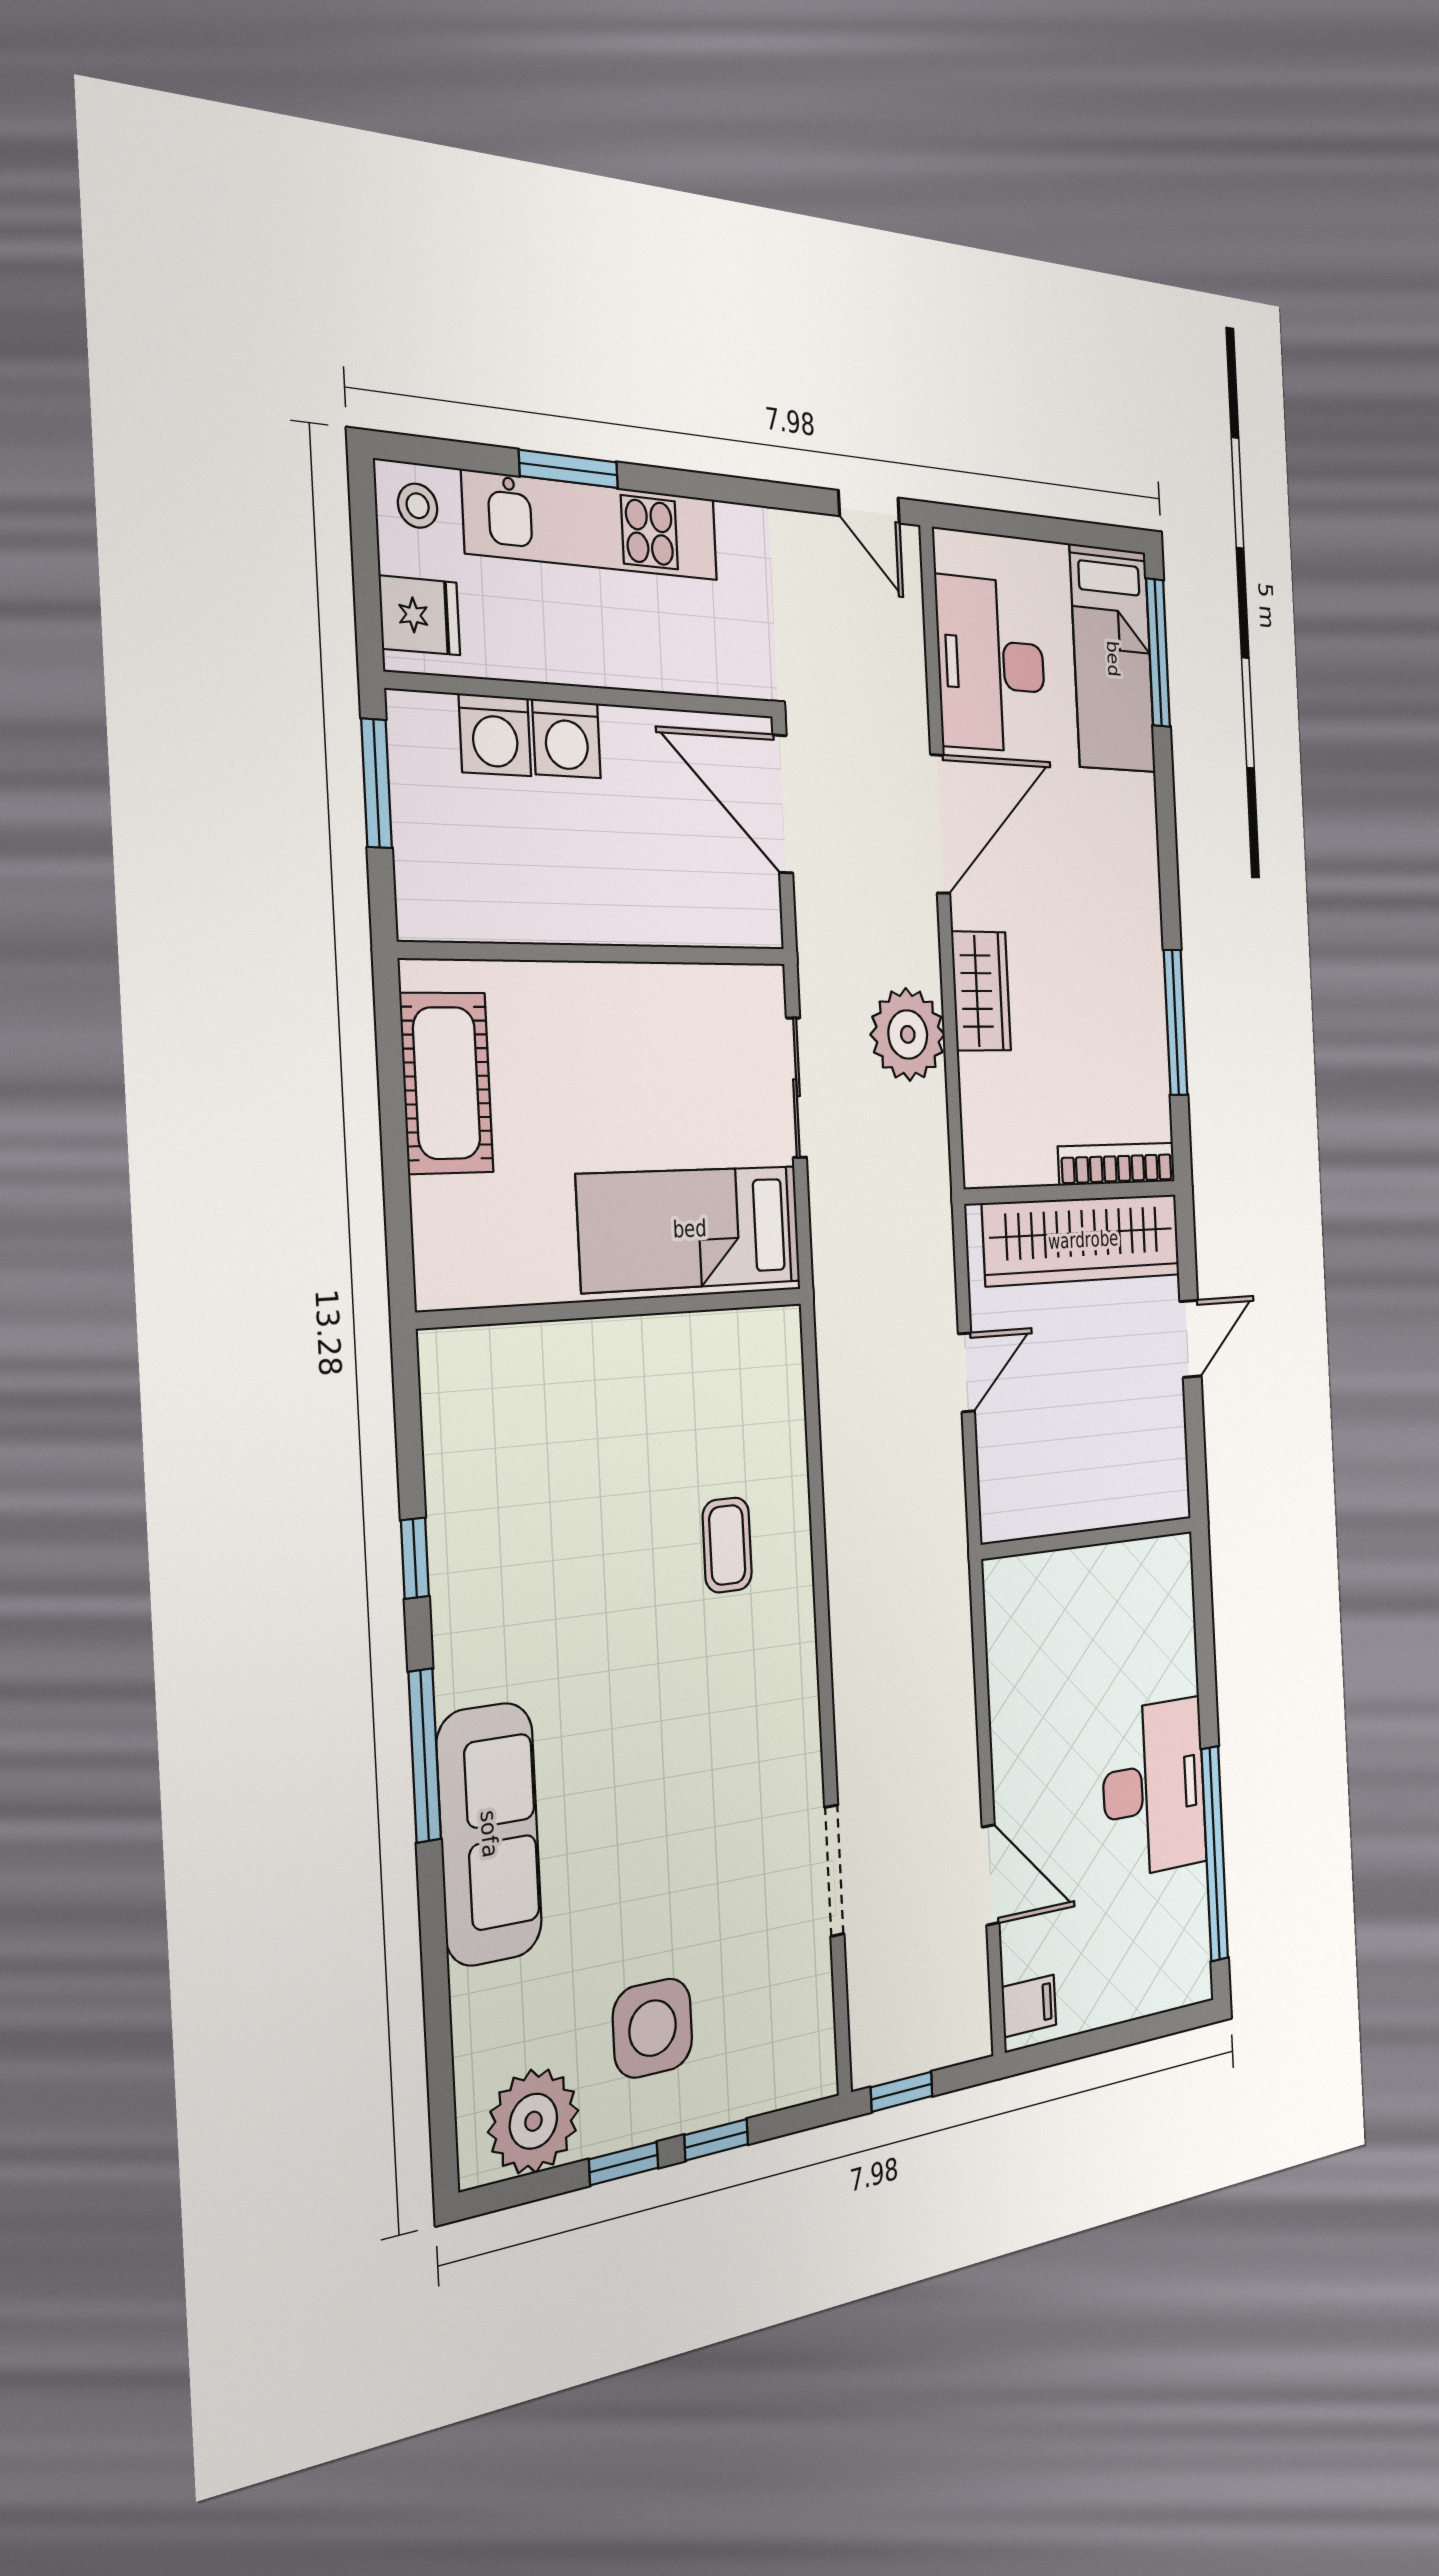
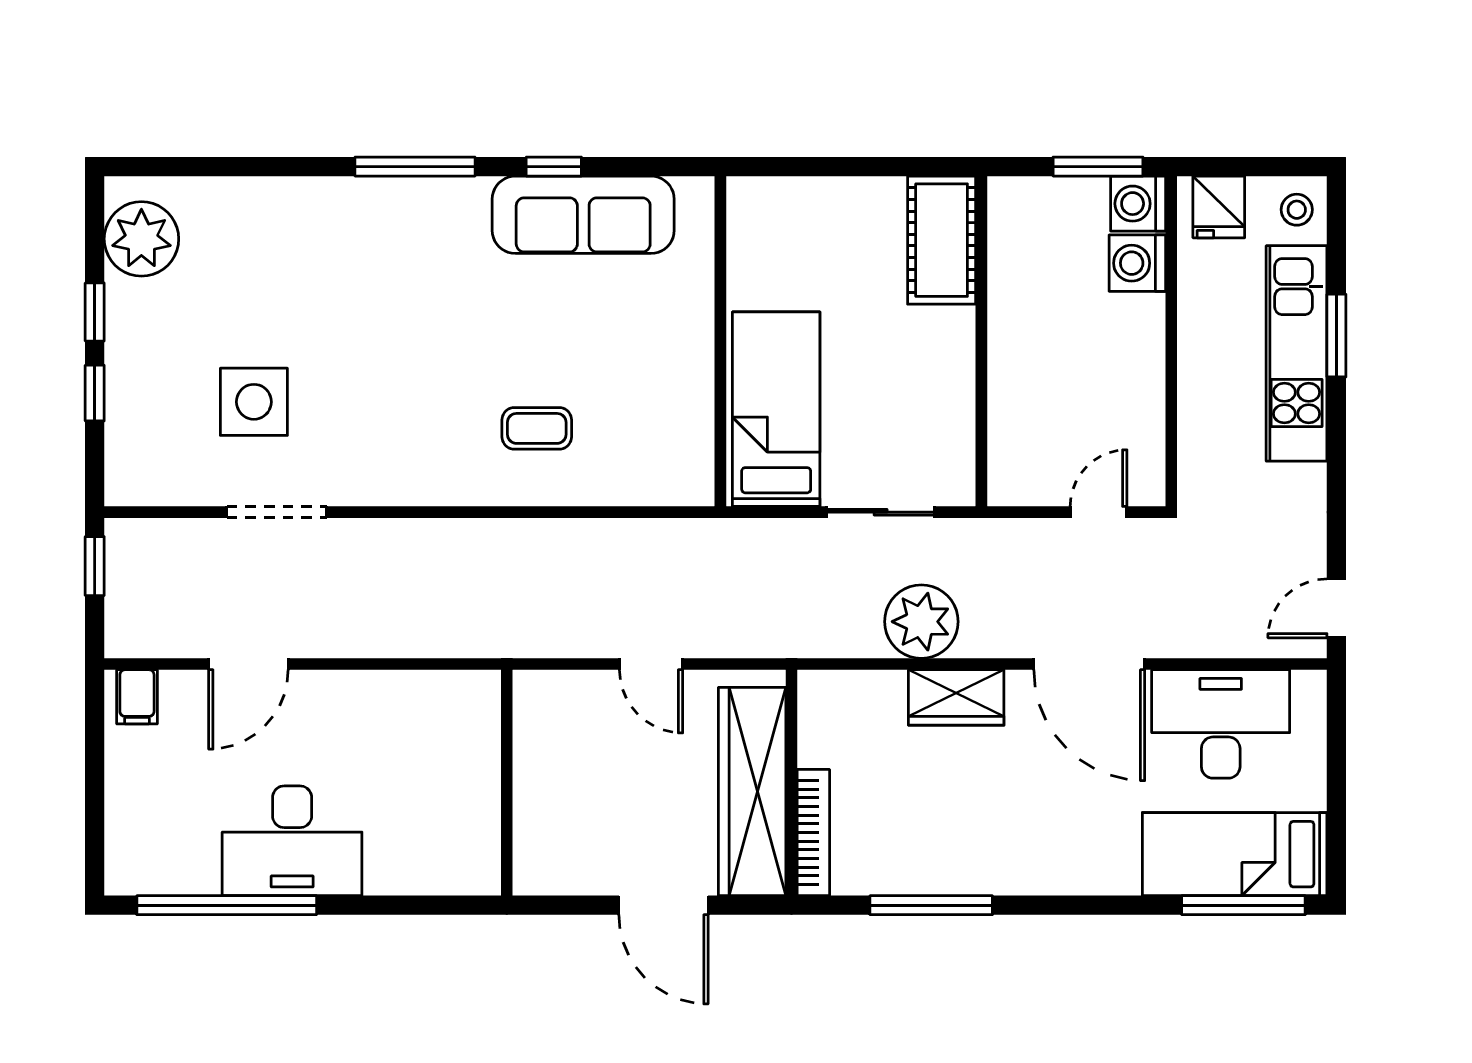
washing machine: (567, 739) -> (1138, 204), moved
door: (783, 804) -> (1099, 512), width x0.53
cot: (447, 1083) -> (942, 240), moved, turned 90
door: (1190, 1339) -> (663, 905), width x1.38
sofa: (489, 1834) -> (583, 215), moved
side table: (653, 2028) -> (254, 402), moved

